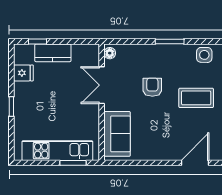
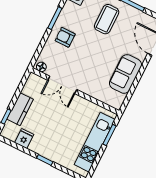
armchair: (152, 87) -> (65, 37), moved
sofa: (117, 134) -> (126, 74), moved, turned -90

